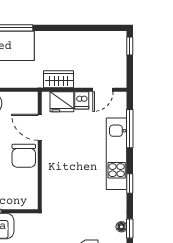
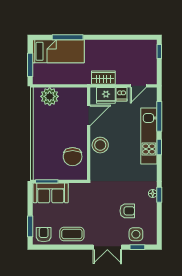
door: (40, 127) -> (89, 115), swing flipped
chair: (24, 156) -> (73, 157), moved
stool: (55, 165) -> (100, 145), added
window: (130, 184) -> (159, 147), moved

